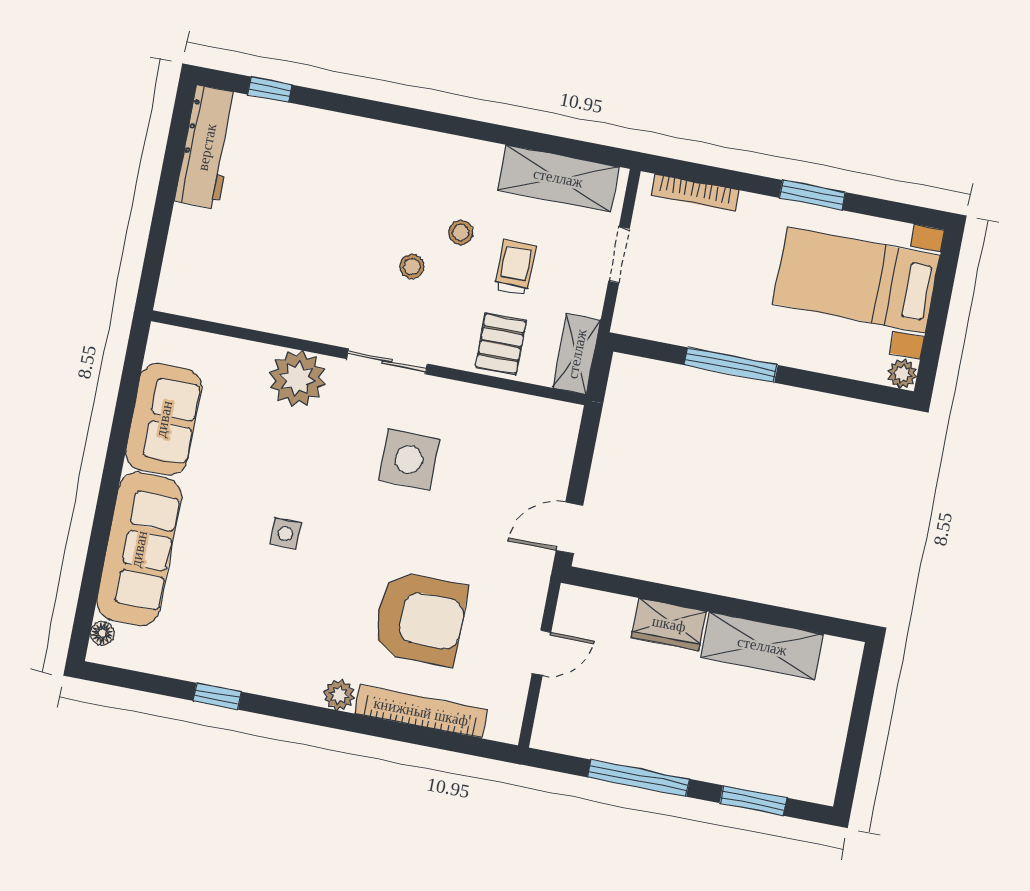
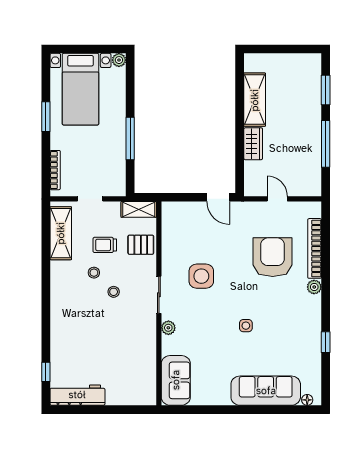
plant: (297, 379) -> (168, 328), width x0.53, depth x0.53
sofa: (164, 419) -> (176, 380), moved, turned 90

